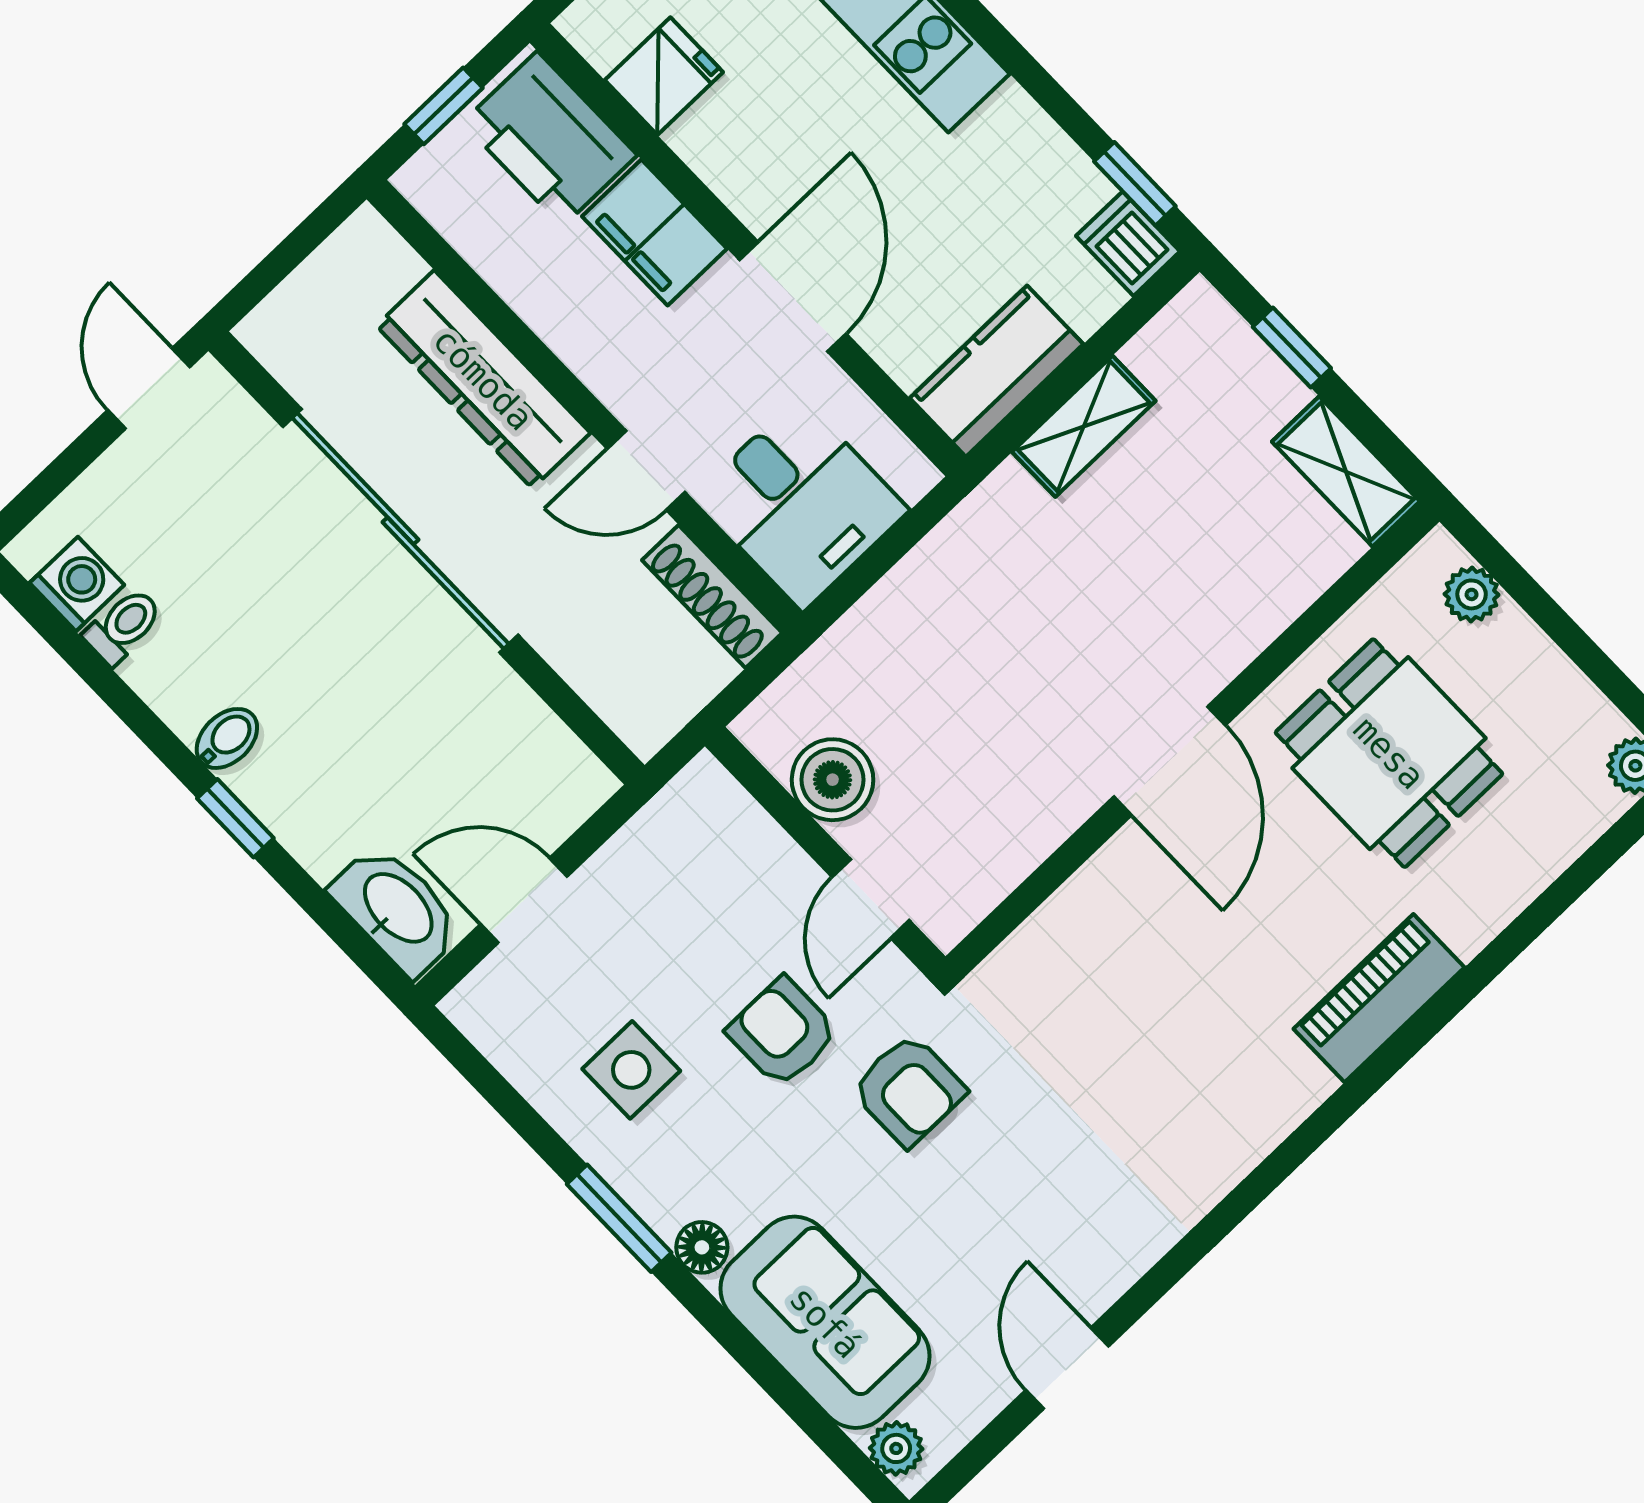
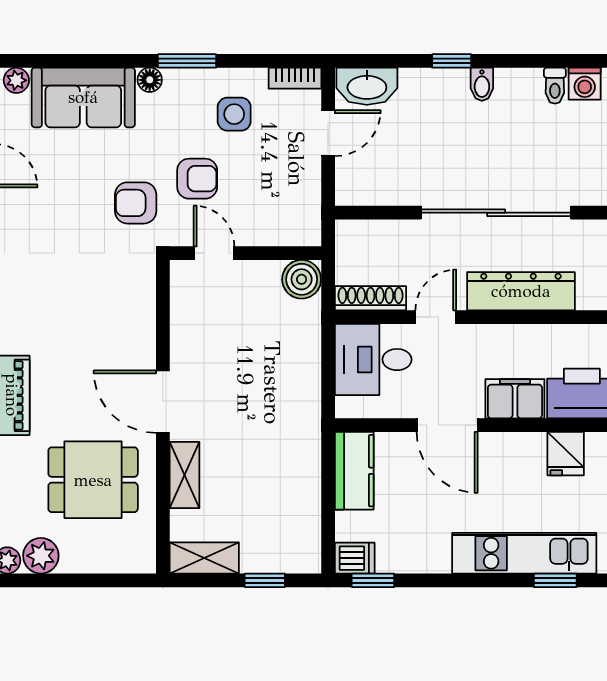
shelving: (1084, 426) -> (184, 475), moved
plant: (1472, 594) -> (41, 556), moved, width x1.38, depth x1.38
boiler: (833, 780) -> (302, 279), moved
bookcase: (489, 1030) -> (295, 78), added

